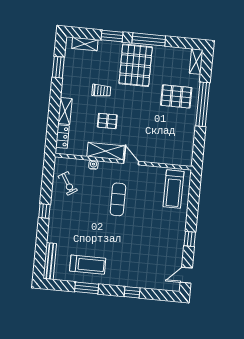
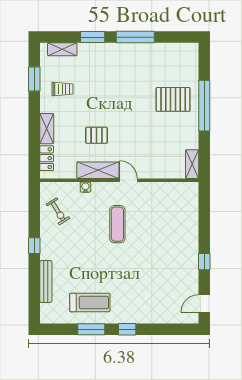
shelving: (196, 62) -> (192, 164), moved
pallet: (136, 65) -> (123, 68), removed
trolley: (101, 91) -> (62, 89), moved
treadmill: (174, 189) -> (180, 206), removed
bench: (50, 261) -> (46, 281), moved
window: (132, 292) -> (127, 329), moved

